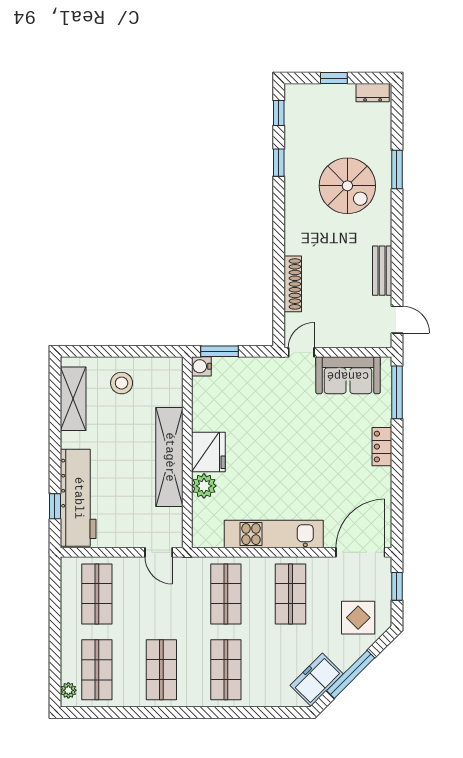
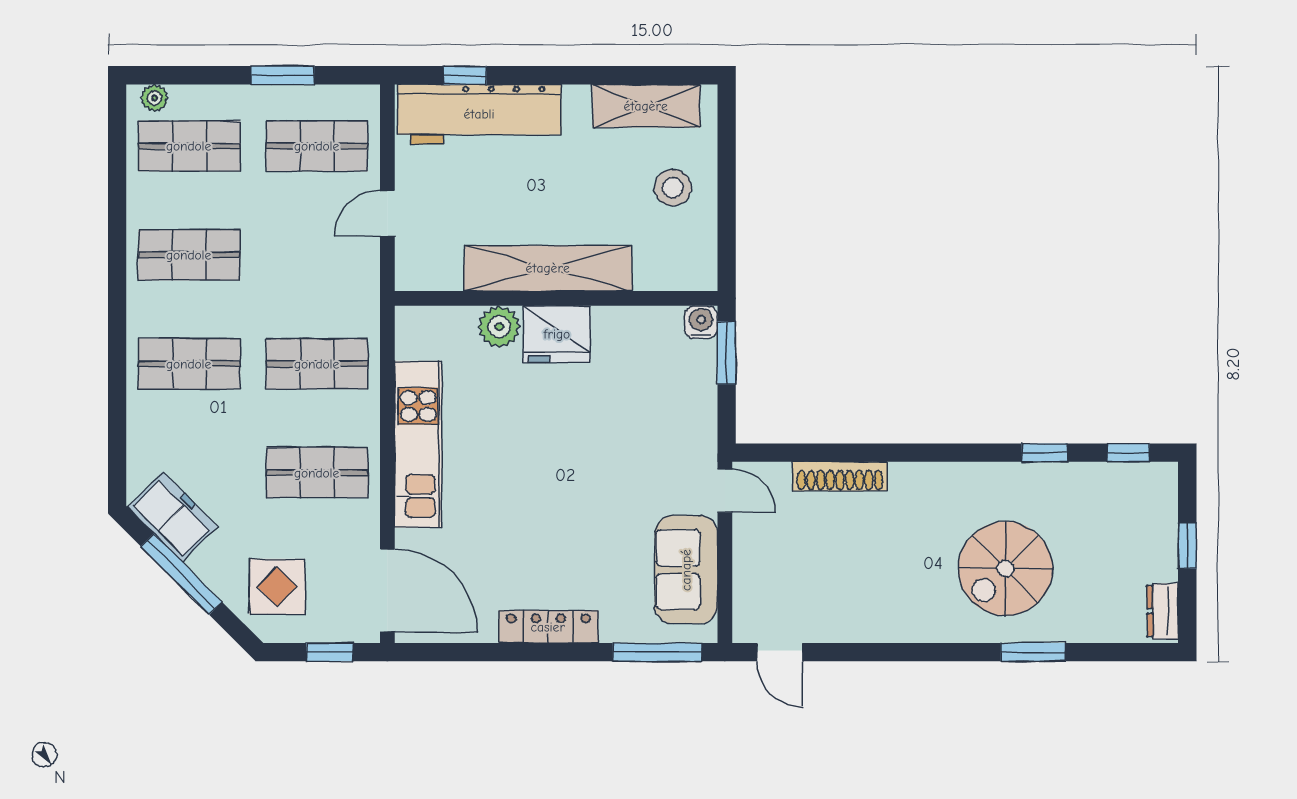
bench: (382, 271) -> (862, 627), removed
door: (397, 320) -> (780, 652), hinge flipped
locker: (382, 447) -> (548, 627), width x1.53
door: (159, 552) -> (387, 213), moved
window: (55, 614) -> (283, 75), added

